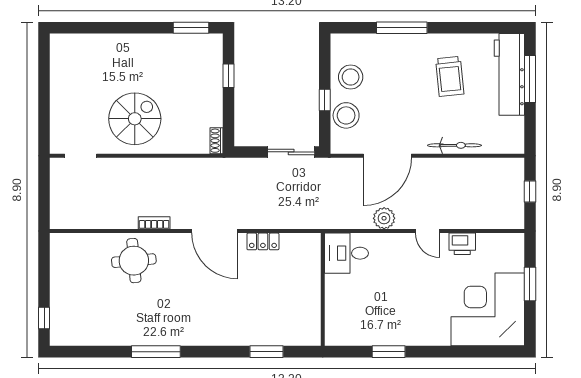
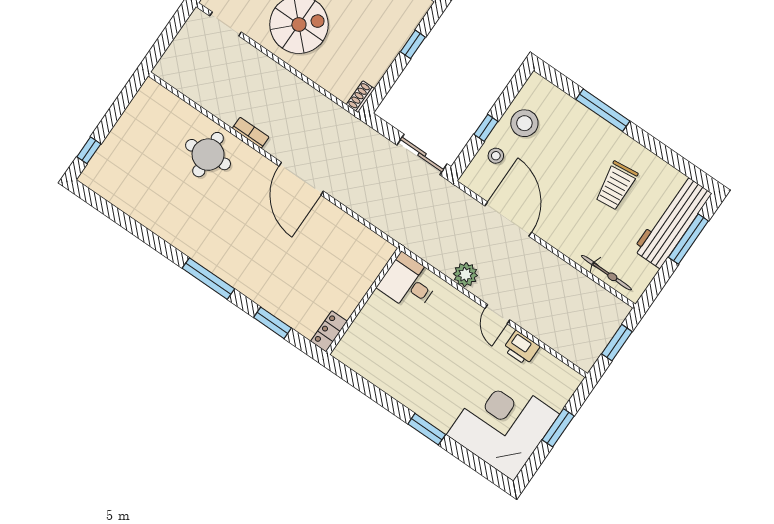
stool: (346, 115) -> (496, 156), width x0.53, depth x0.53
bicycle: (454, 145) -> (606, 273), moved
door: (387, 156) -> (508, 219), swing flipped
window: (530, 192) -> (617, 343), width x1.50
locker: (263, 241) -> (329, 331), moved, turned 90
window: (156, 352) -> (208, 279), moved
window: (389, 352) -> (427, 429), moved

